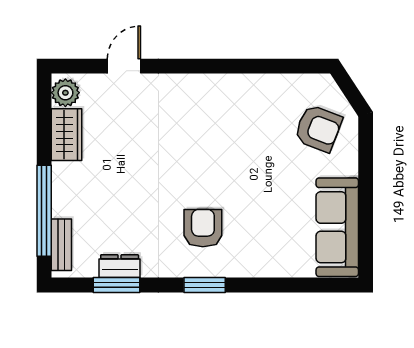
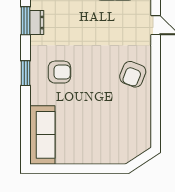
armchair: (318, 128) -> (133, 74), moved
sofa: (337, 227) -> (42, 135), moved, turned 90

